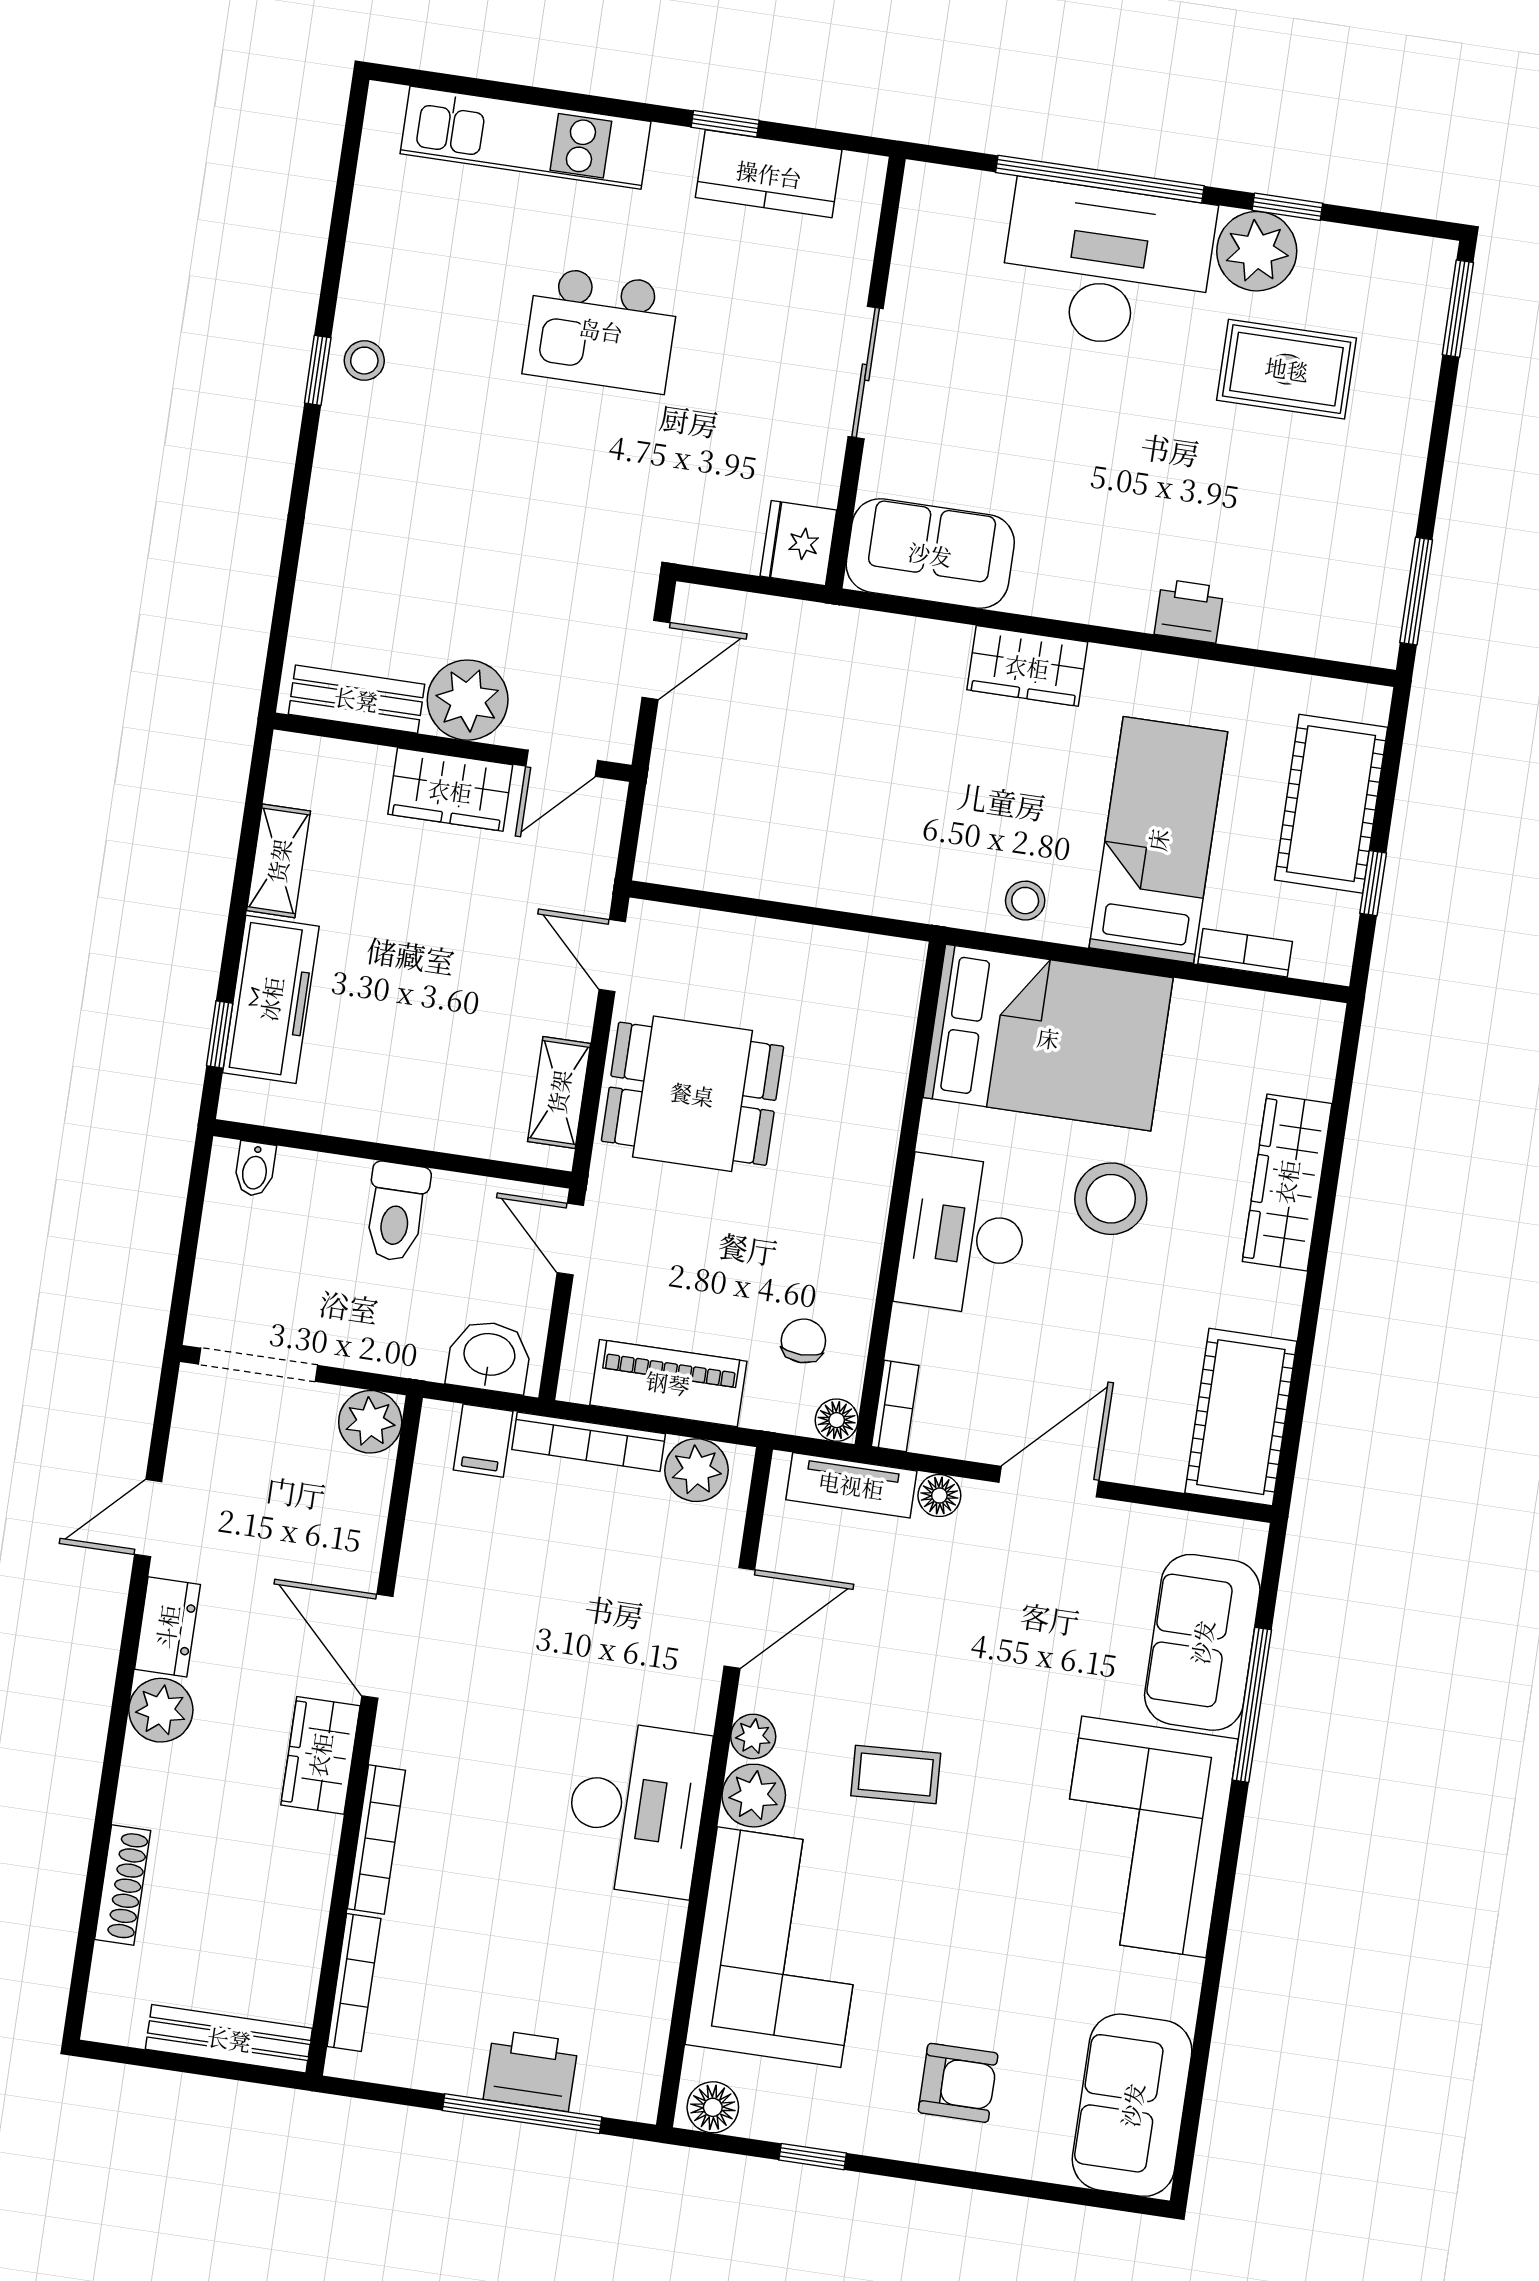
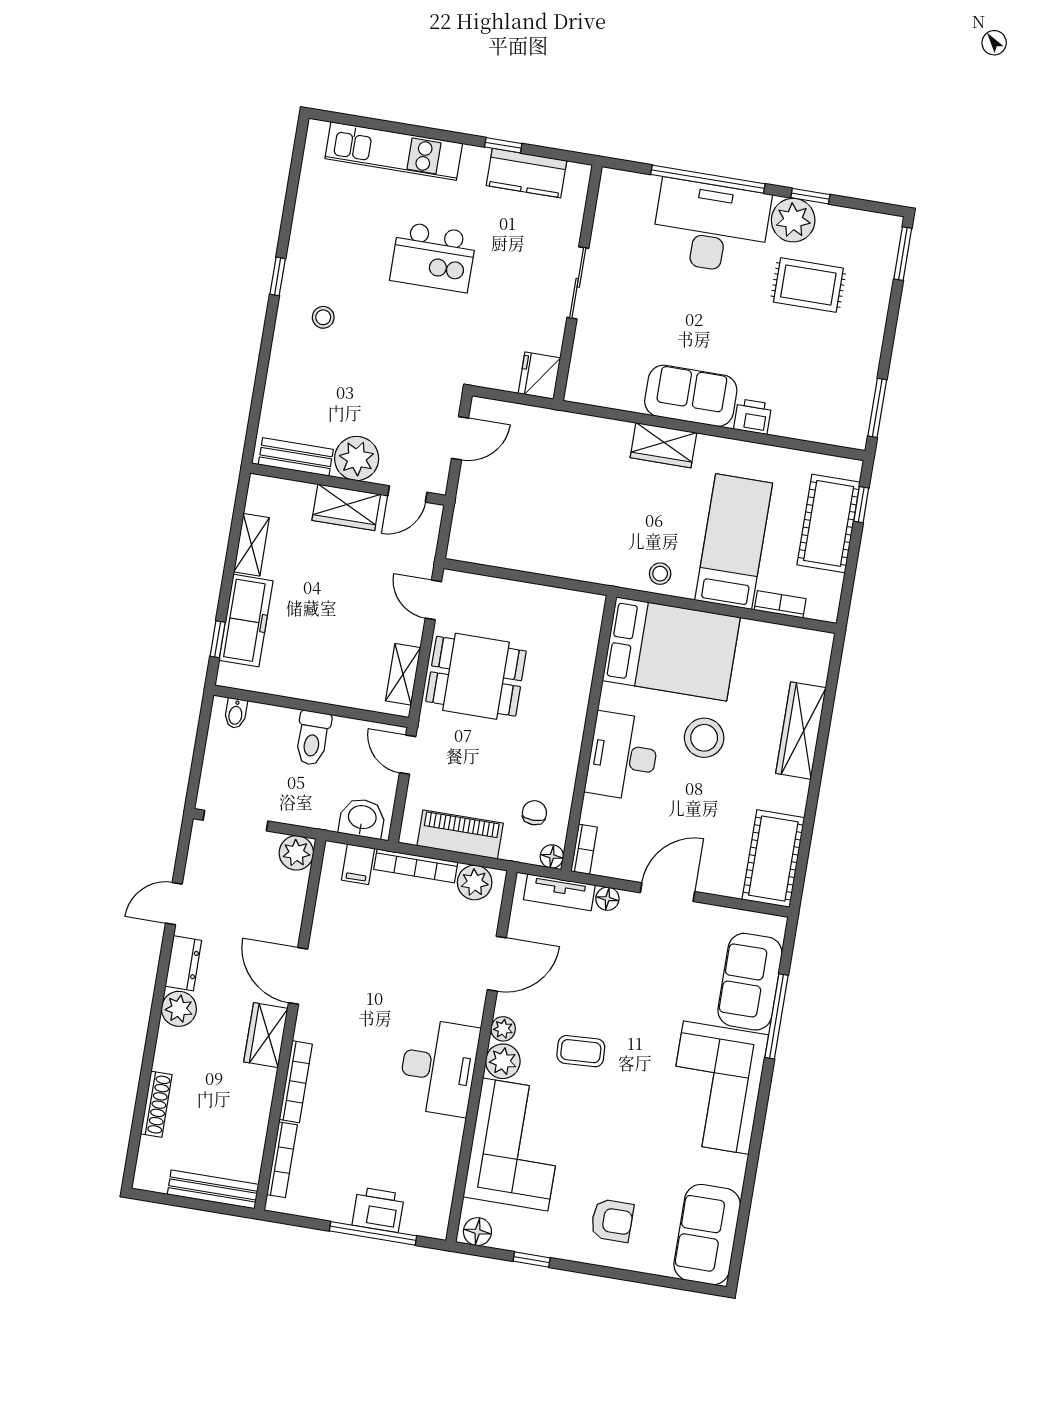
stool: (364, 361) -> (323, 317), moved
sofa: (930, 554) -> (691, 396), moved
window: (1373, 883) -> (861, 505), moved

